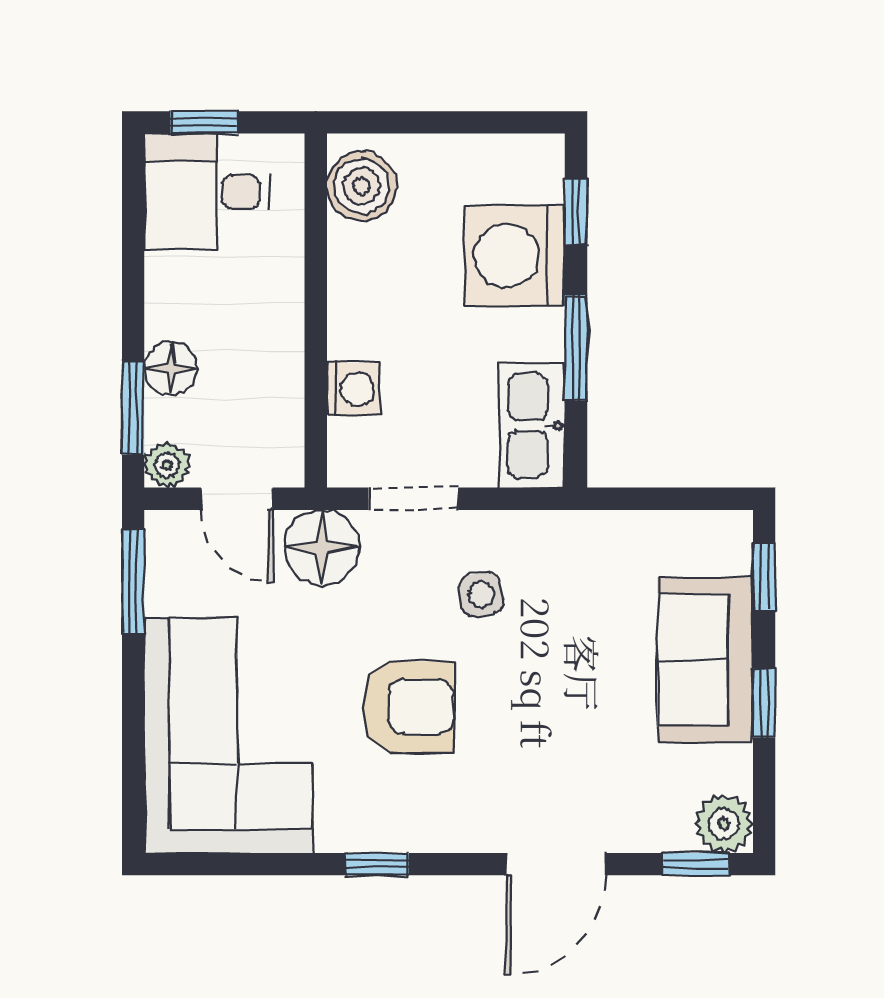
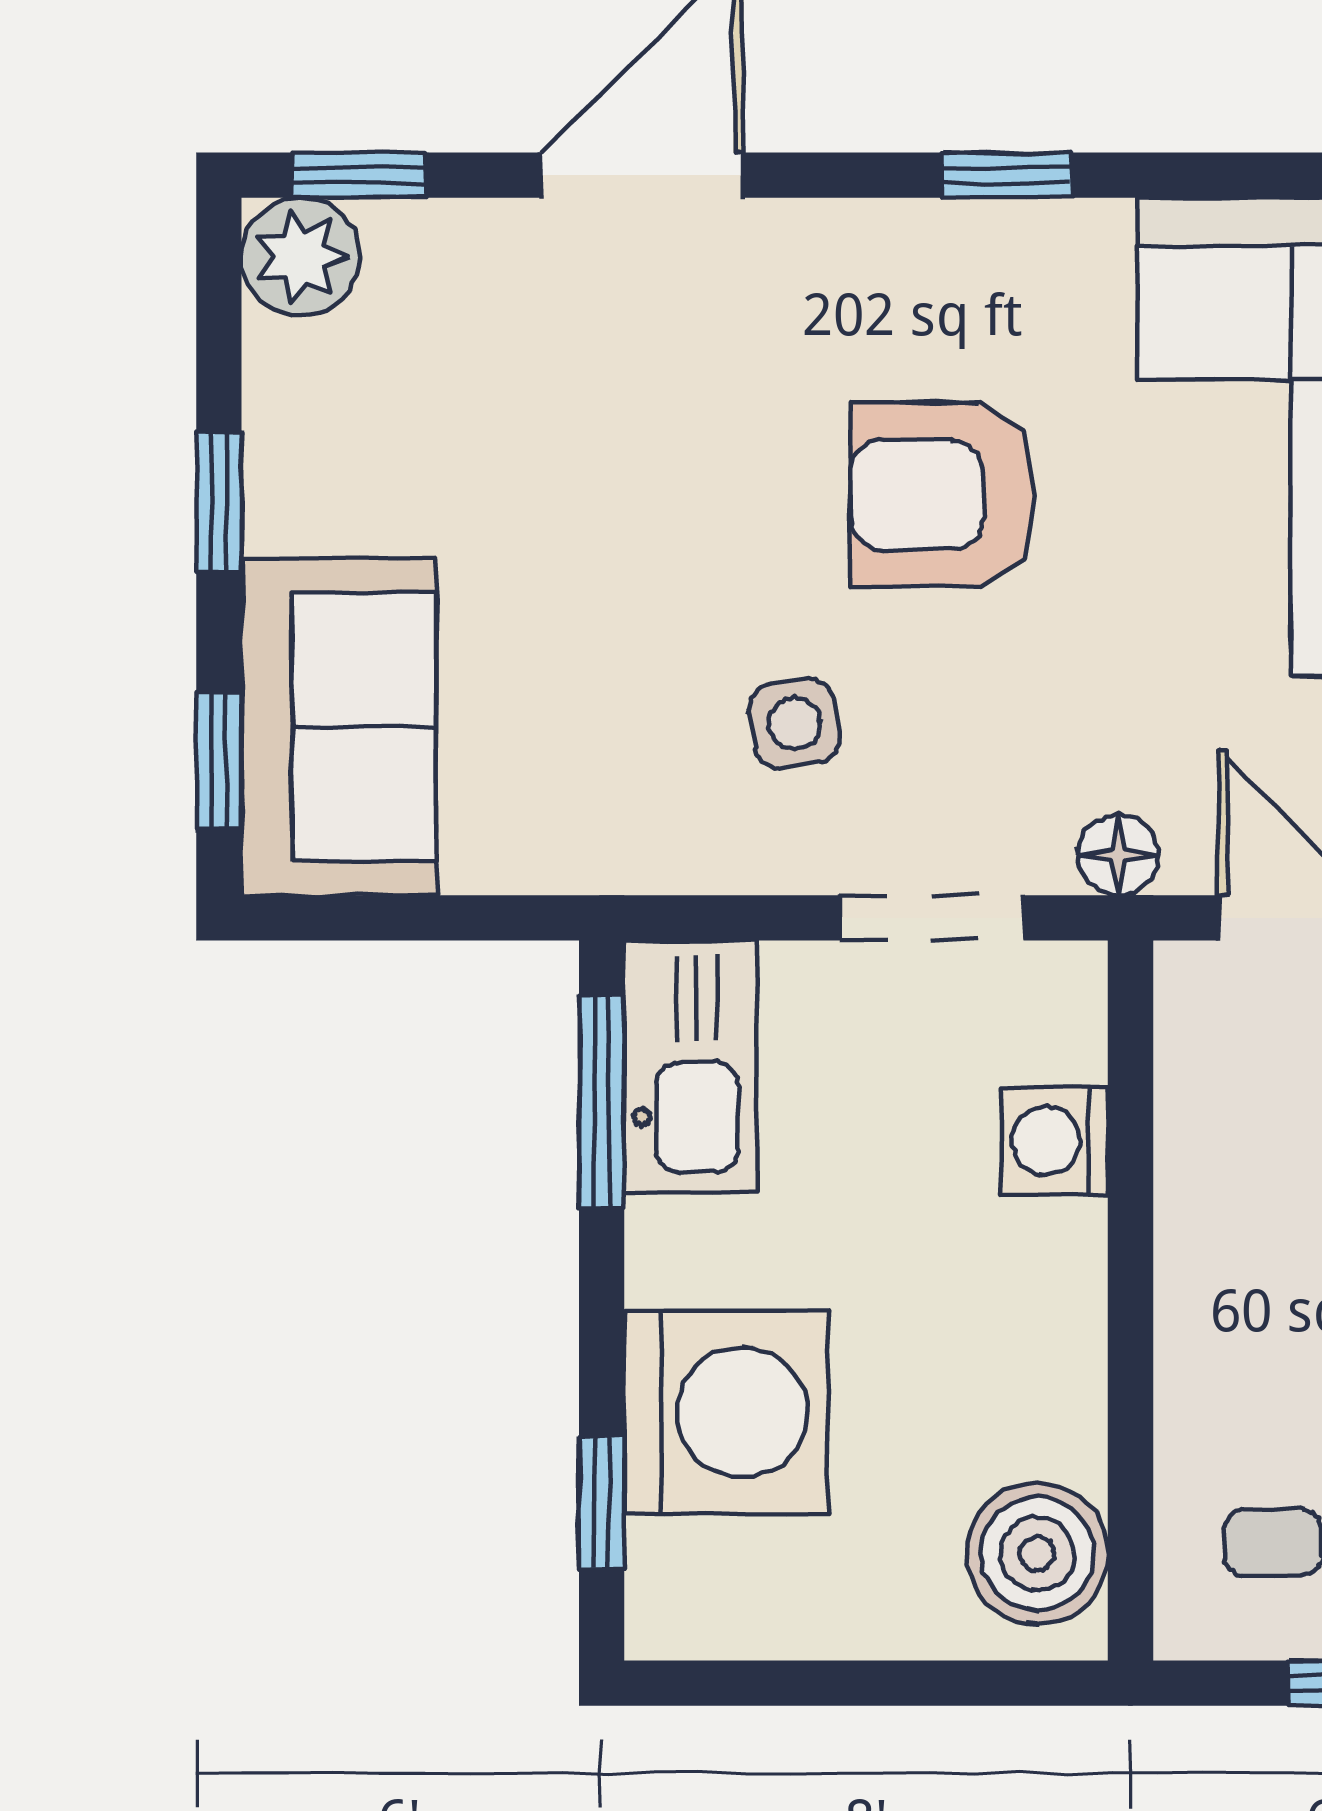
window: (576, 348) -> (602, 1101), moved
floor lamp: (322, 547) -> (1118, 855), width x0.53, depth x0.53
sofa: (705, 660) -> (339, 727), moved

